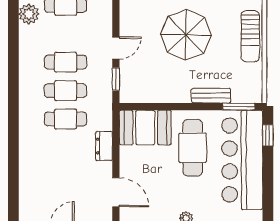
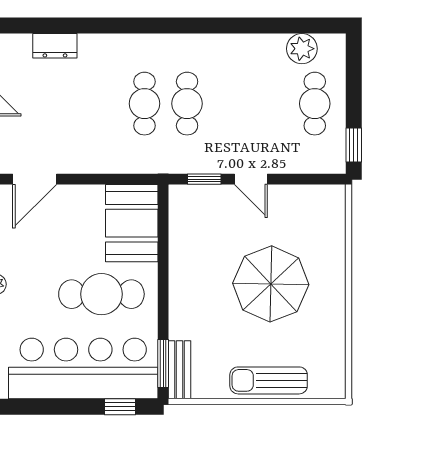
cafe table: (66, 62) -> (230, 104), removed
bench: (211, 96) -> (180, 370), moved
dresser: (104, 146) -> (55, 46), moved, turned 180

